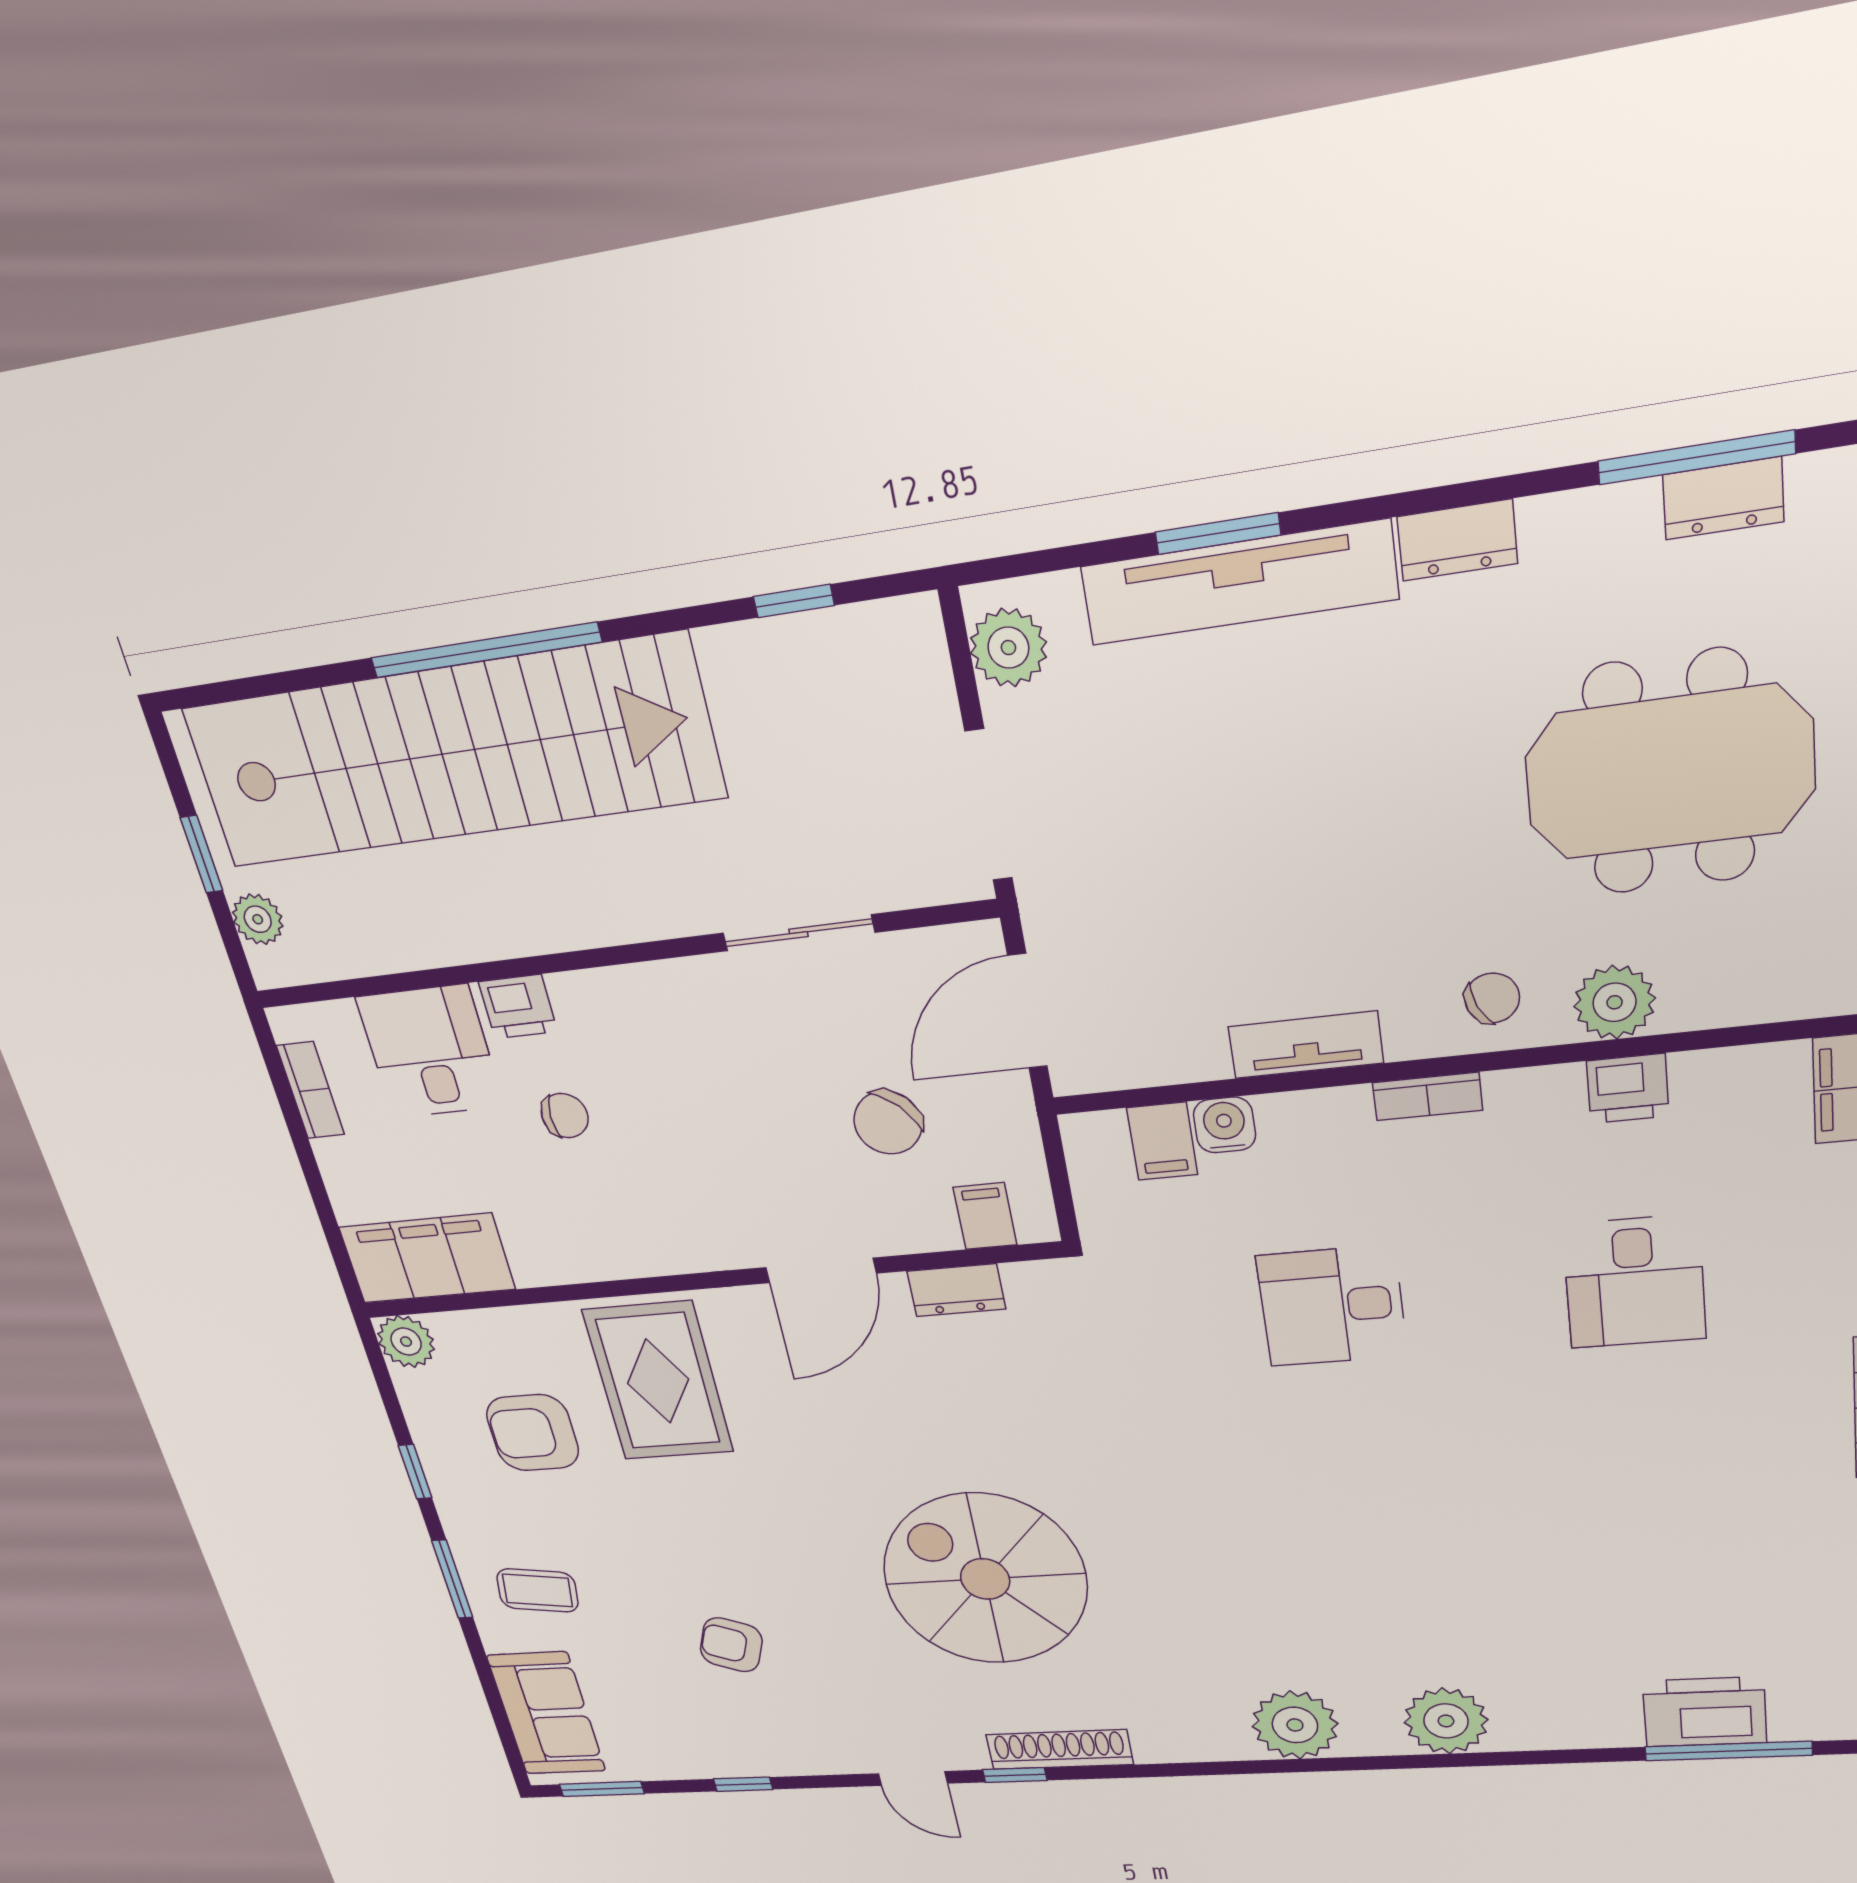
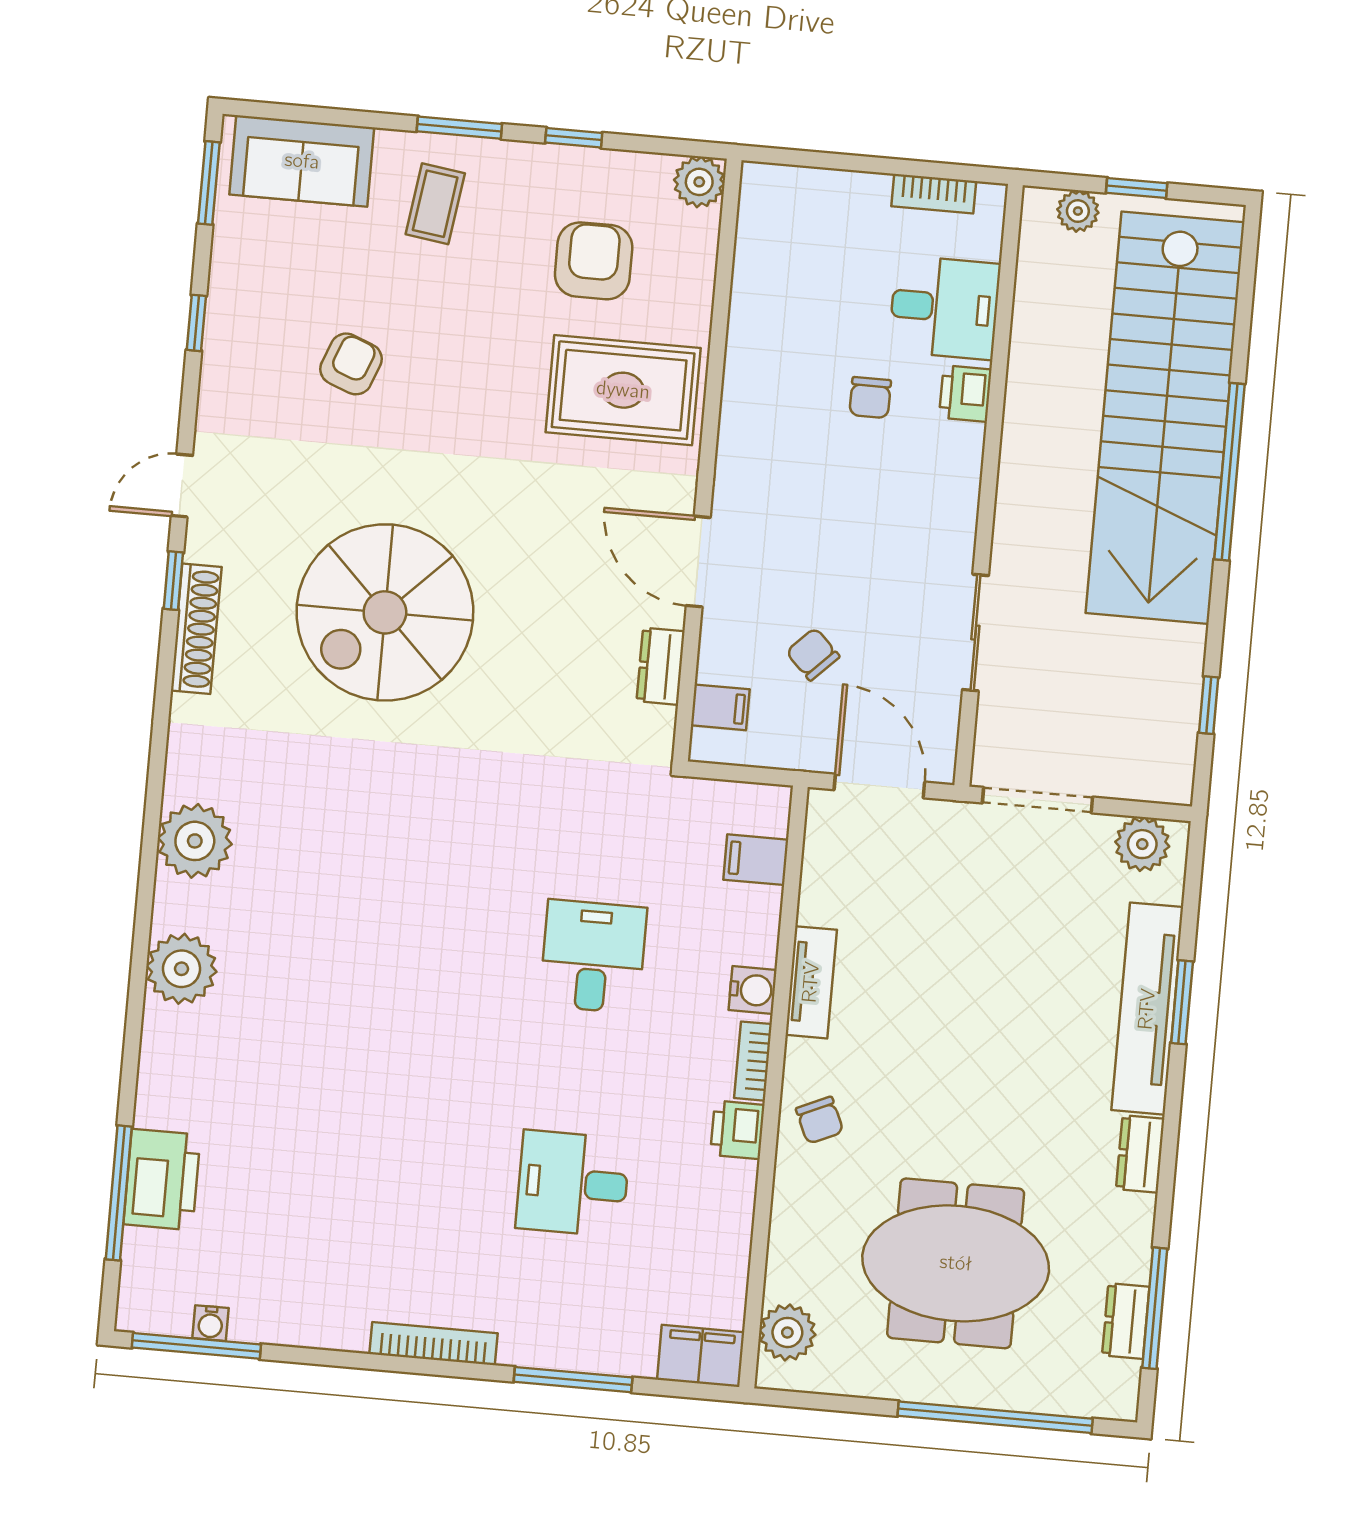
meeting table: (1669, 773) -> (956, 1263), turned 90
plant: (1615, 1002) -> (787, 1332), moved
printer: (1628, 1089) -> (737, 1130), moved
chair: (888, 1122) -> (813, 654), width x0.73, depth x0.73
water cooler: (1225, 1125) -> (753, 990), moved
filing cabinet: (427, 1258) -> (771, 232), removed
spiral stairs: (985, 1579) -> (385, 612), turned 180

